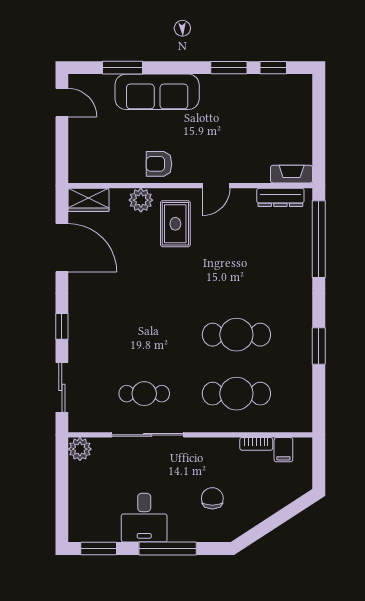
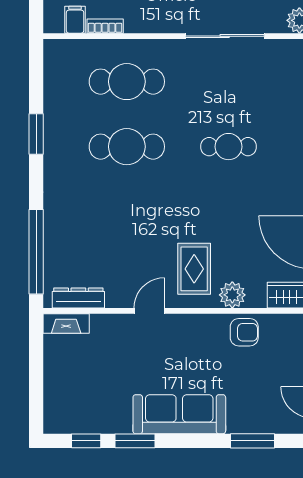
sofa: (157, 92) -> (179, 414), moved
armchair: (159, 164) -> (244, 332), moved
cafe table: (144, 394) -> (228, 147), moved

